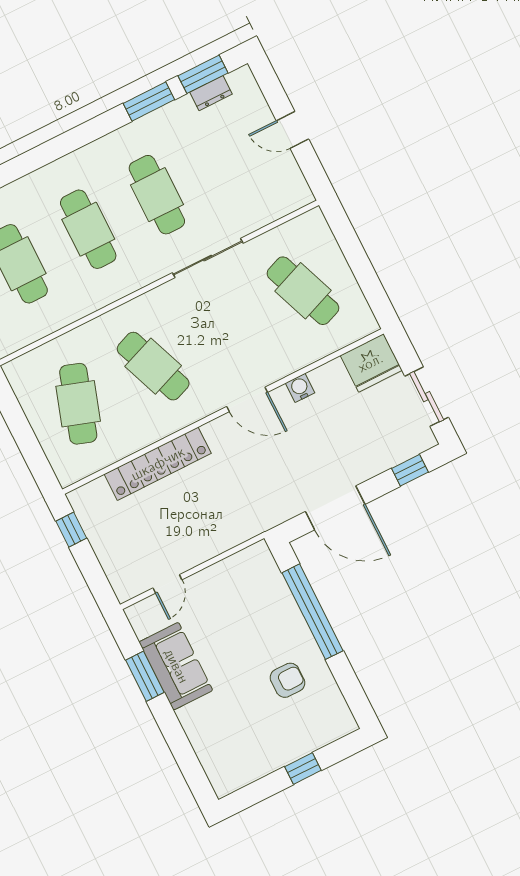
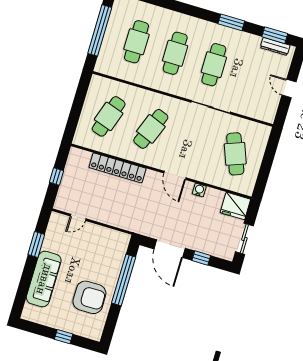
dresser: (211, 93) -> (275, 46), width x1.44
window: (149, 101) -> (231, 22), moved
cafe table: (153, 366) -> (151, 129), turned 42
window: (410, 470) -> (201, 258), moved
window: (71, 530) -> (56, 176), moved
sofa: (176, 666) -> (44, 279), moved, width x1.36
armchair: (287, 680) -> (89, 297), width x1.88, depth x1.88

